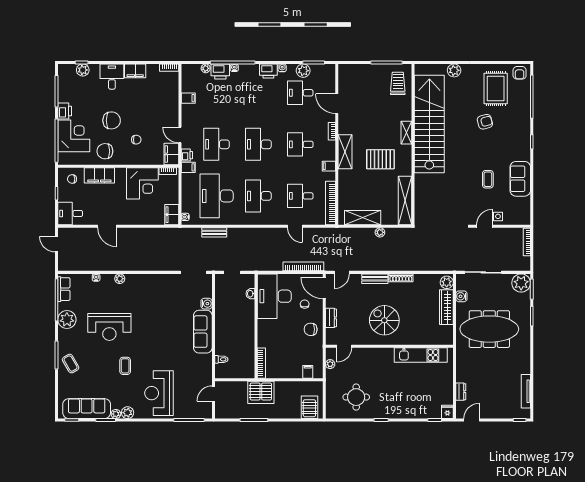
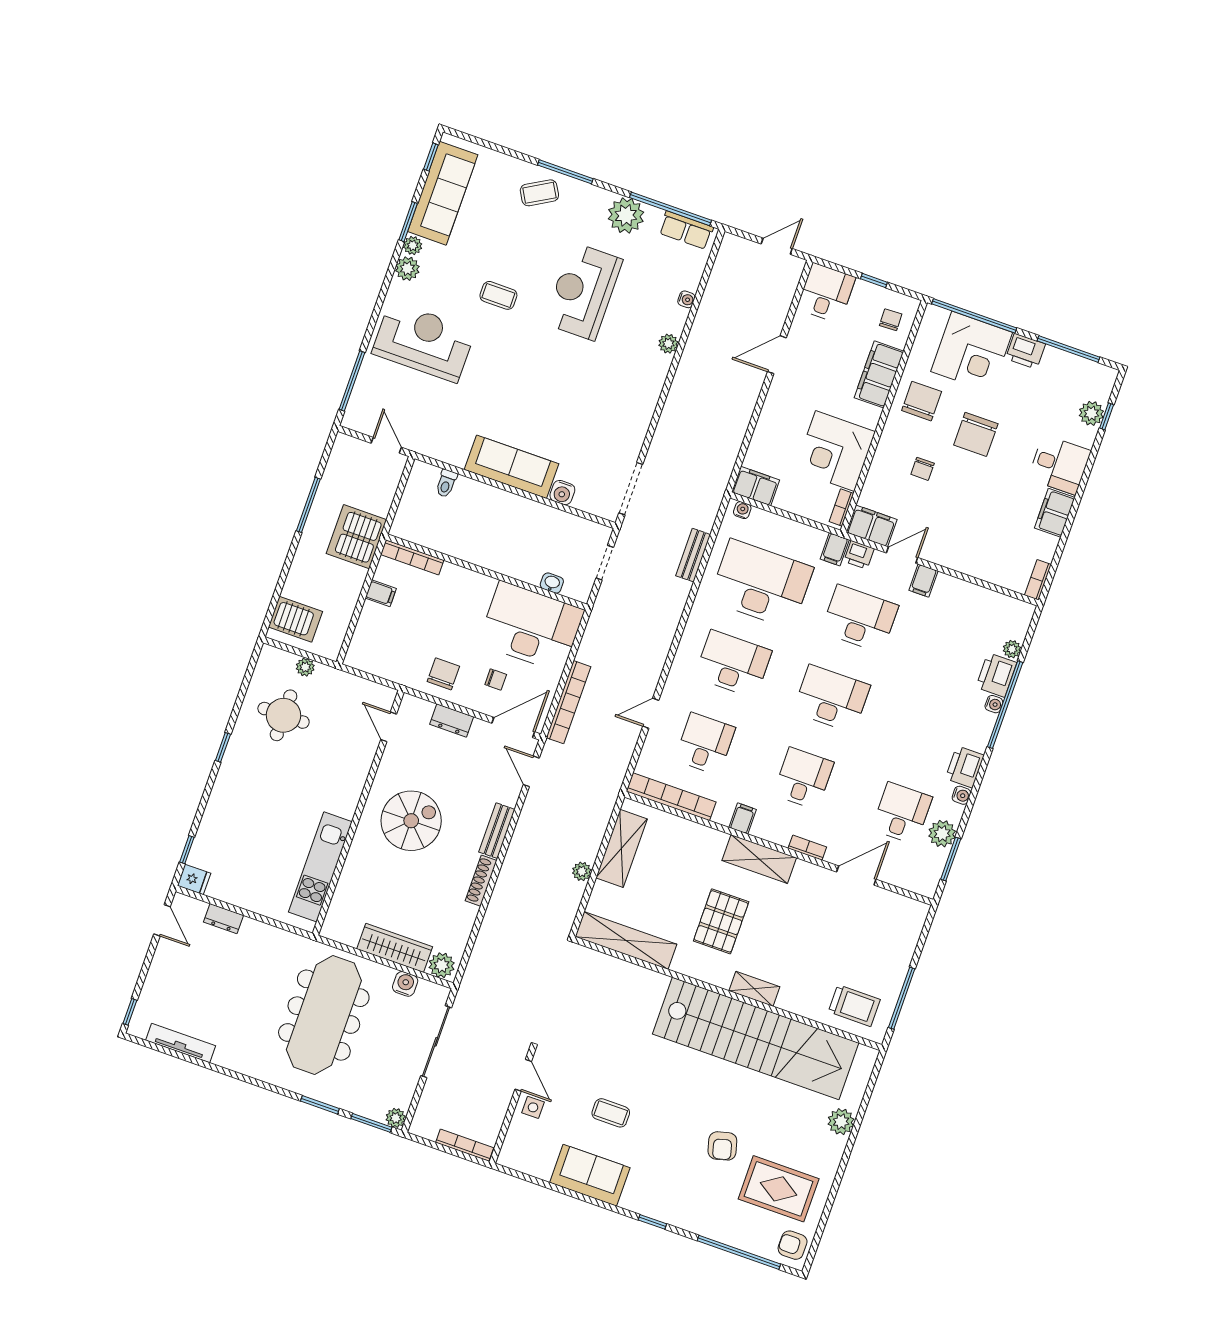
filing cabinet: (188, 98) -> (923, 581), moved
plant: (521, 283) -> (396, 1118), width x0.53, depth x0.53
plant: (330, 364) -> (305, 667), moved
filing cabinet: (308, 372) -> (381, 593), moved

